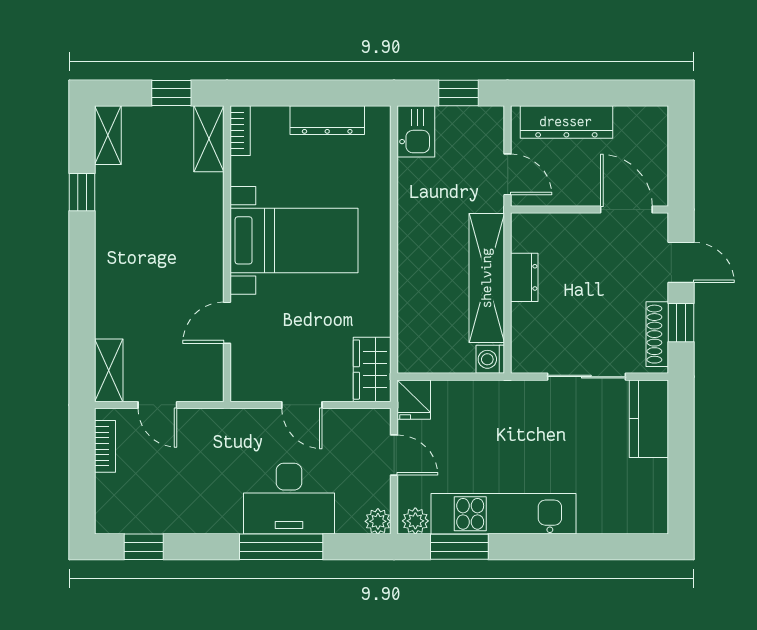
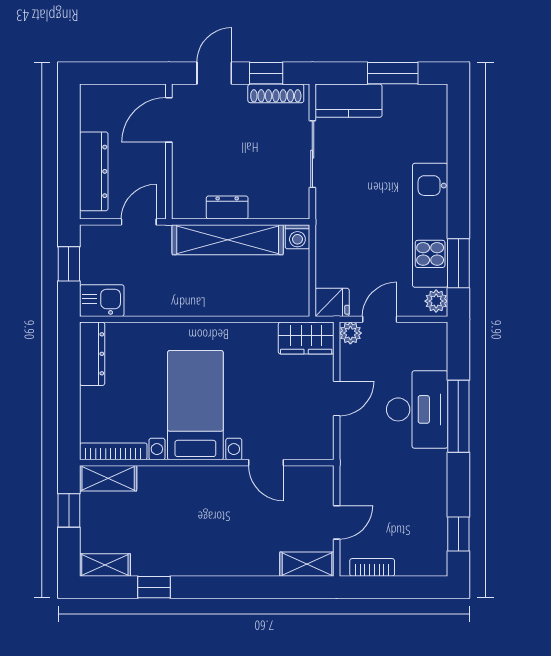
dresser: (327, 120) -> (92, 354), moved
bookcase: (240, 131) -> (113, 451), width x1.56
window: (681, 470) -> (393, 73), added
plant: (378, 521) -> (350, 333), moved

